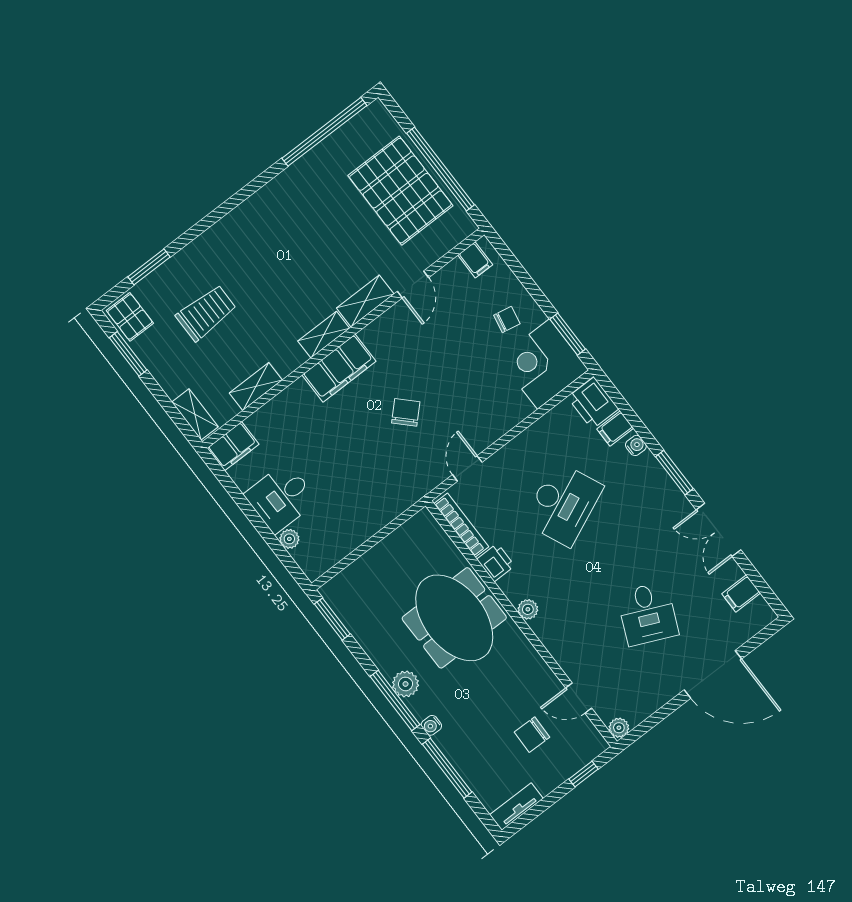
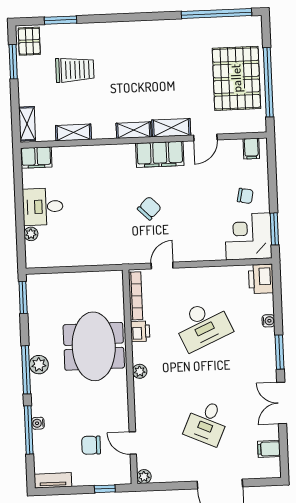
filing cabinet: (339, 368) -> (160, 154), moved
filing cabinet: (615, 429) -> (263, 303), removed
water cooler: (431, 725) -> (38, 423), moved

